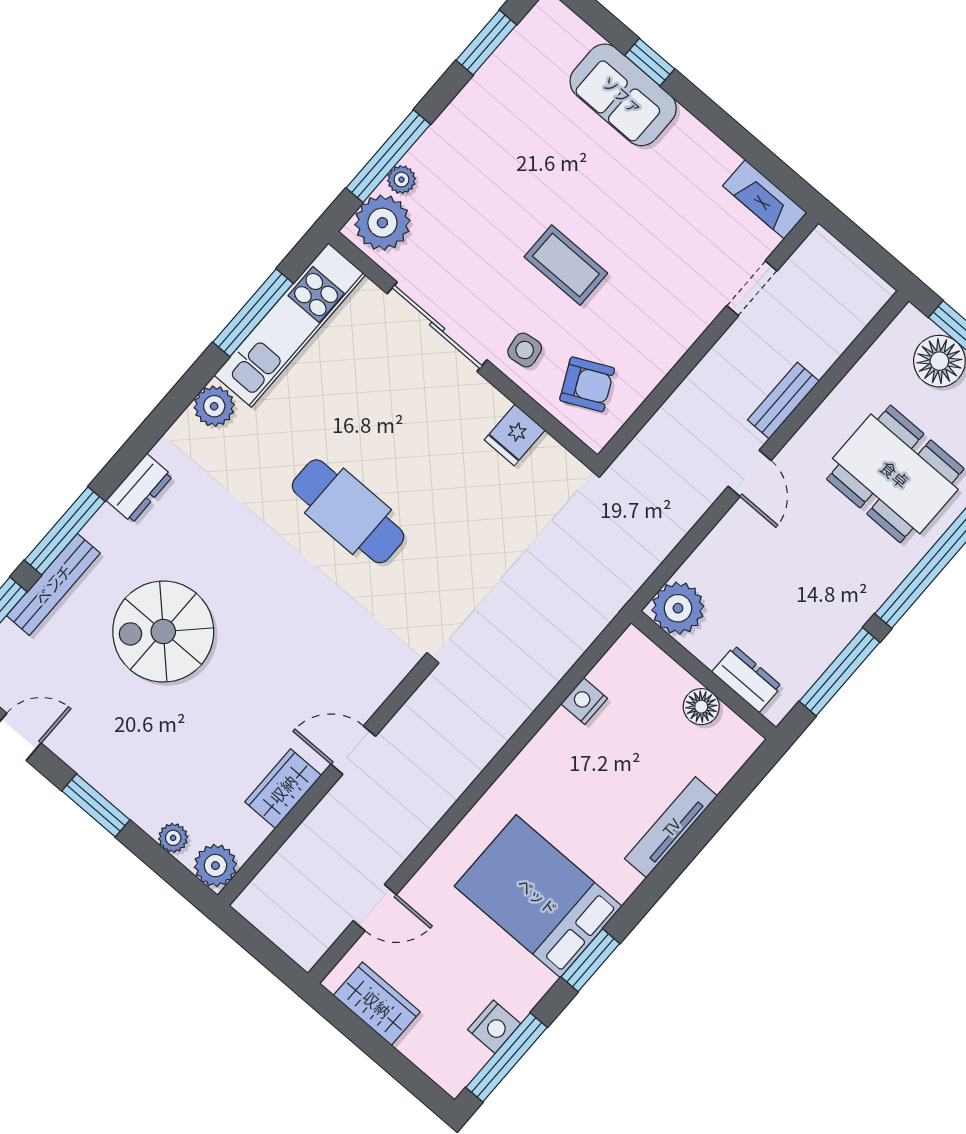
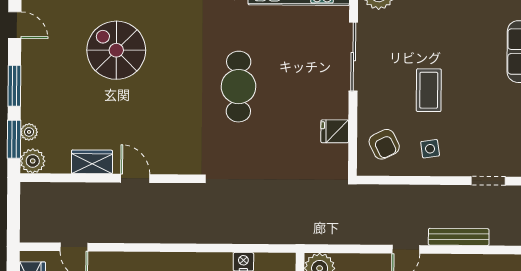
side table: (525, 350) -> (430, 149), moved
bench: (783, 401) -> (459, 237), width x1.36
window: (166, 866) -> (14, 139), added

